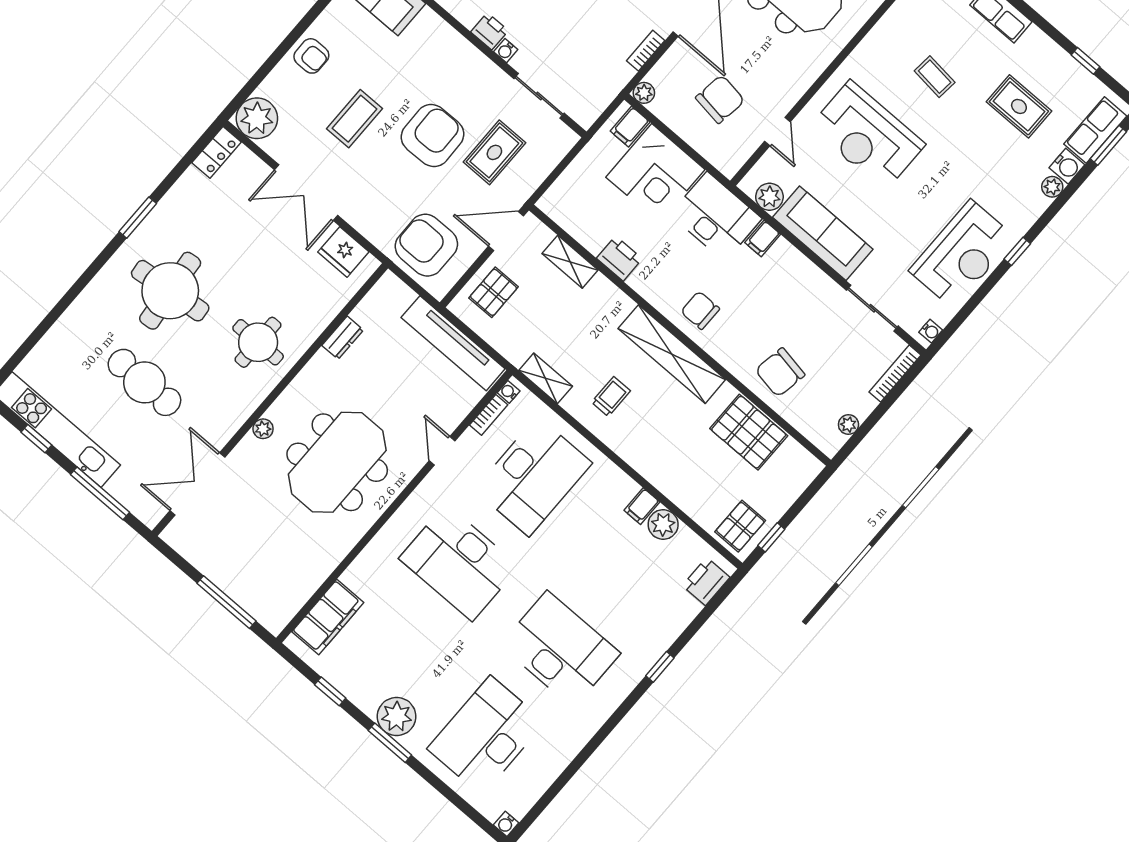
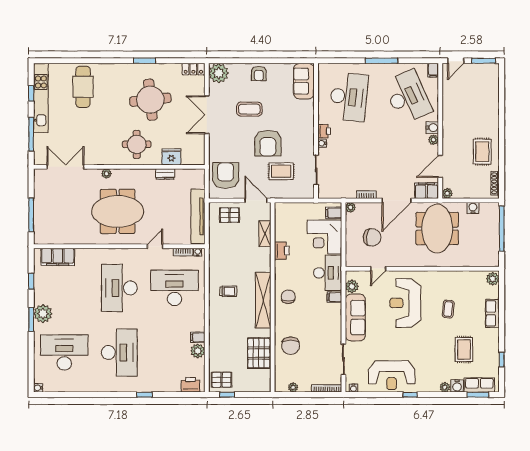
armchair: (433, 136) -> (268, 143), turned 91
fridge: (343, 252) -> (171, 157), moved, turned 90
round table: (170, 291) -> (150, 100), moved
chair: (780, 372) -> (291, 346), turned -100
shelving: (546, 378) -> (214, 261), removed
cafe table: (144, 382) -> (83, 87), moved
desk: (533, 476) -> (174, 288), turned 180

